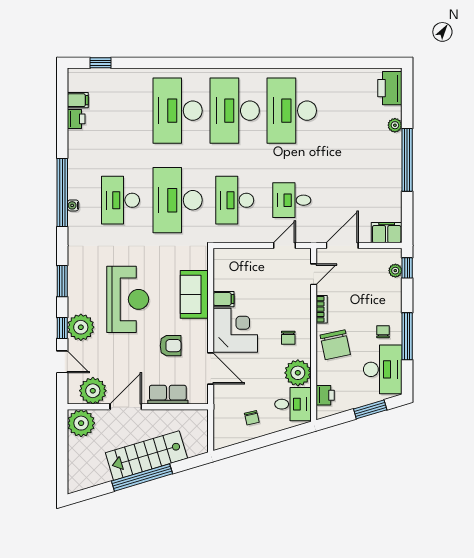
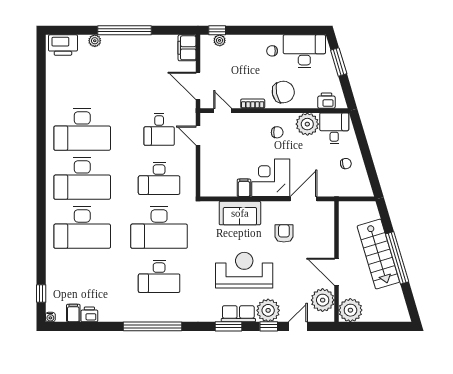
water cooler: (73, 205) -> (50, 317), moved
window: (407, 336) -> (276, 30), removed
row of seats: (168, 395) -> (238, 314), moved, turned 90

